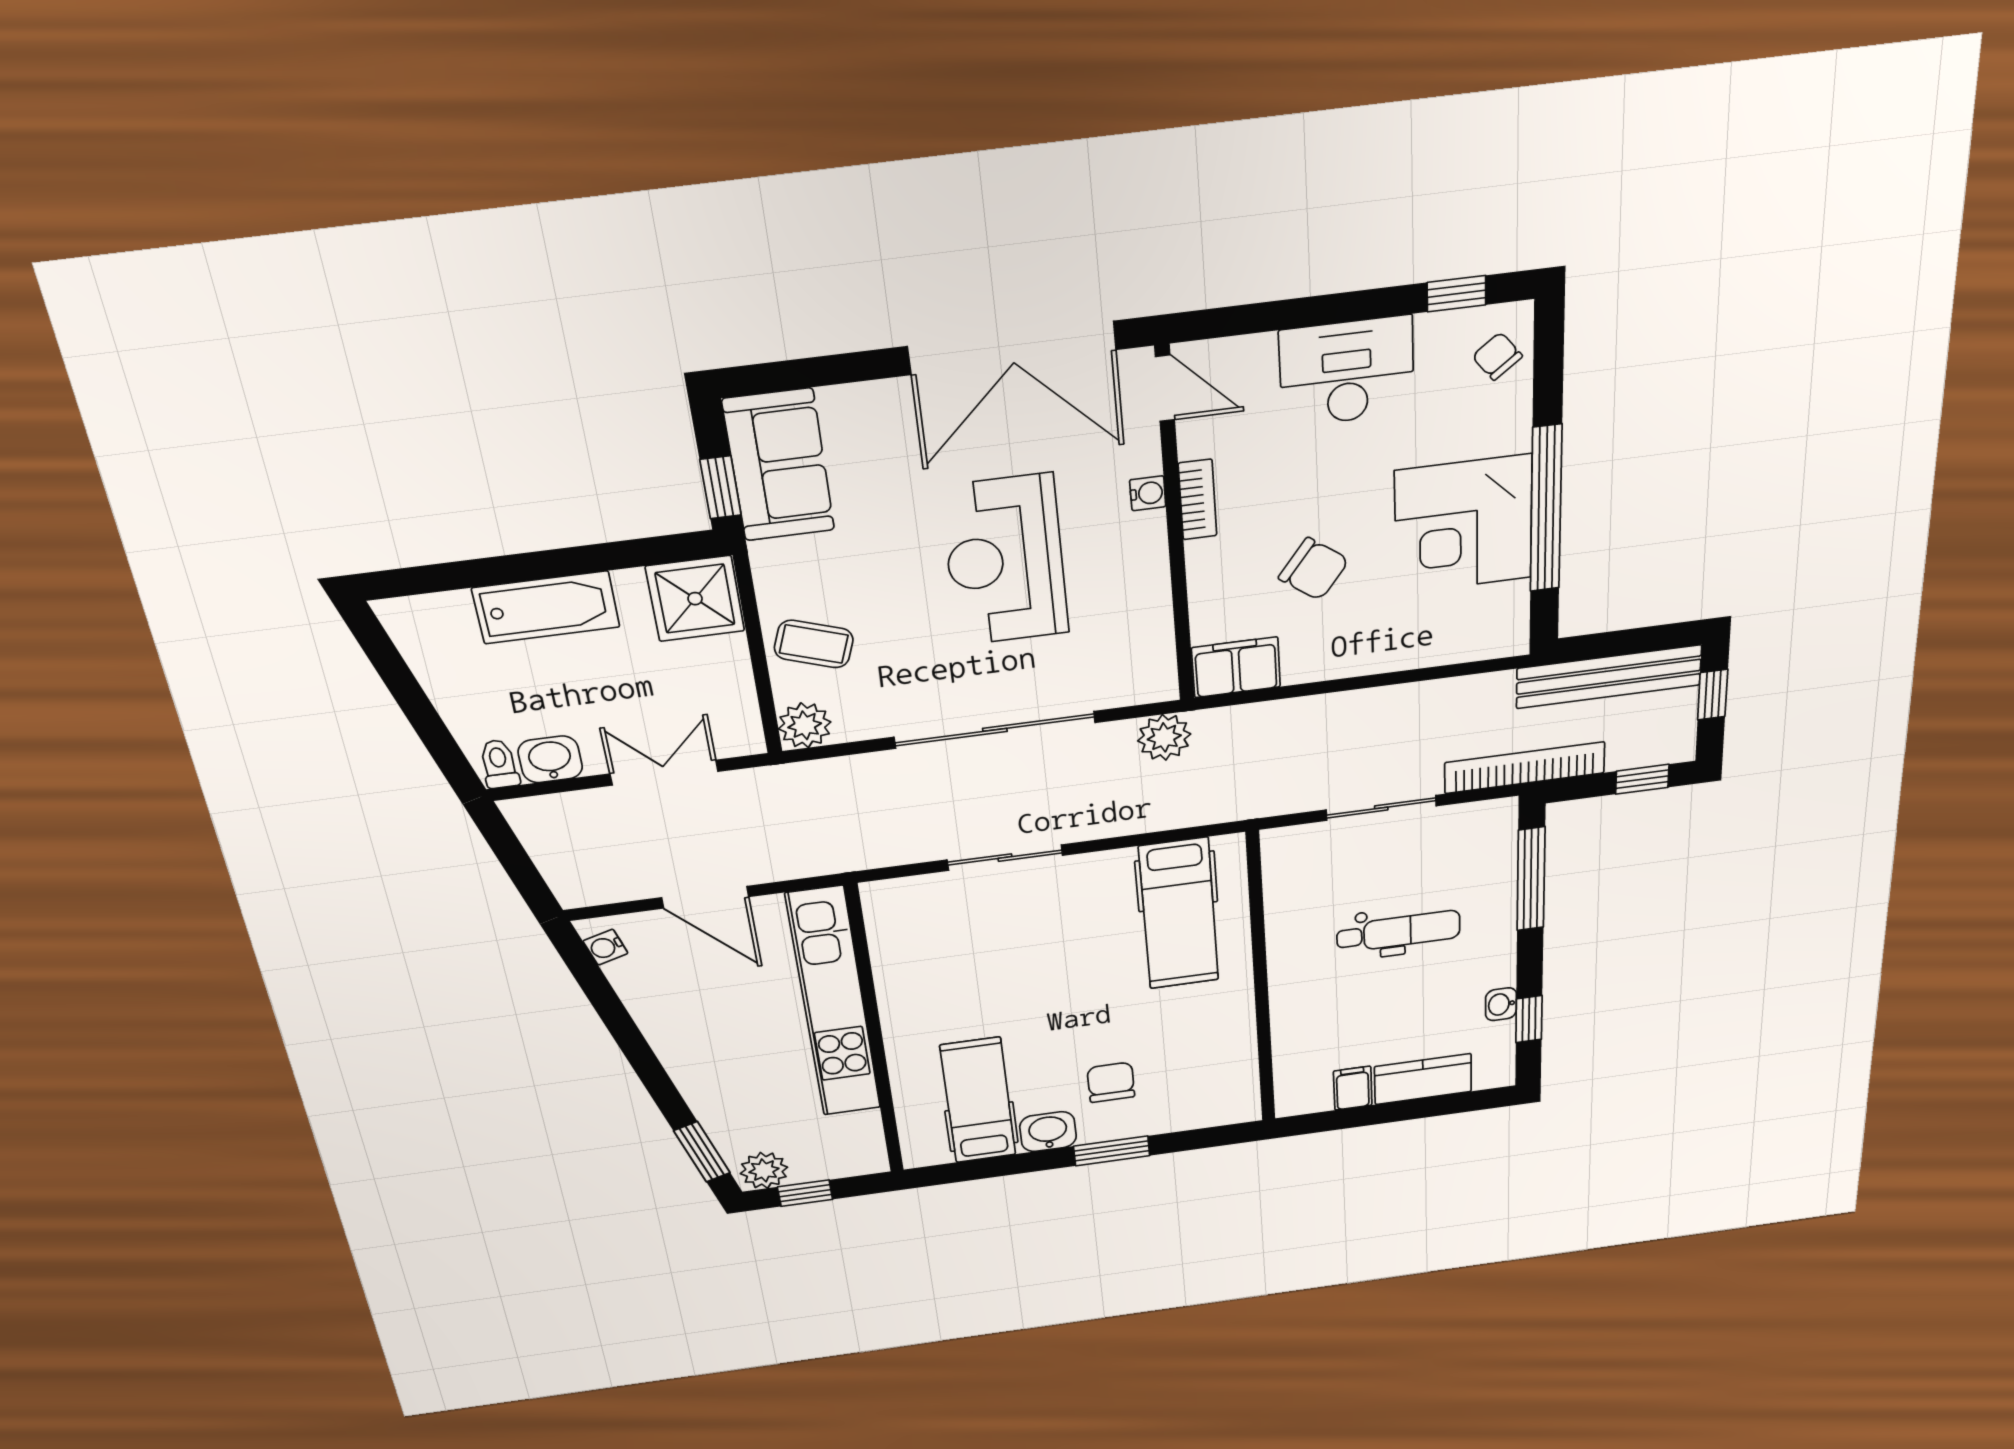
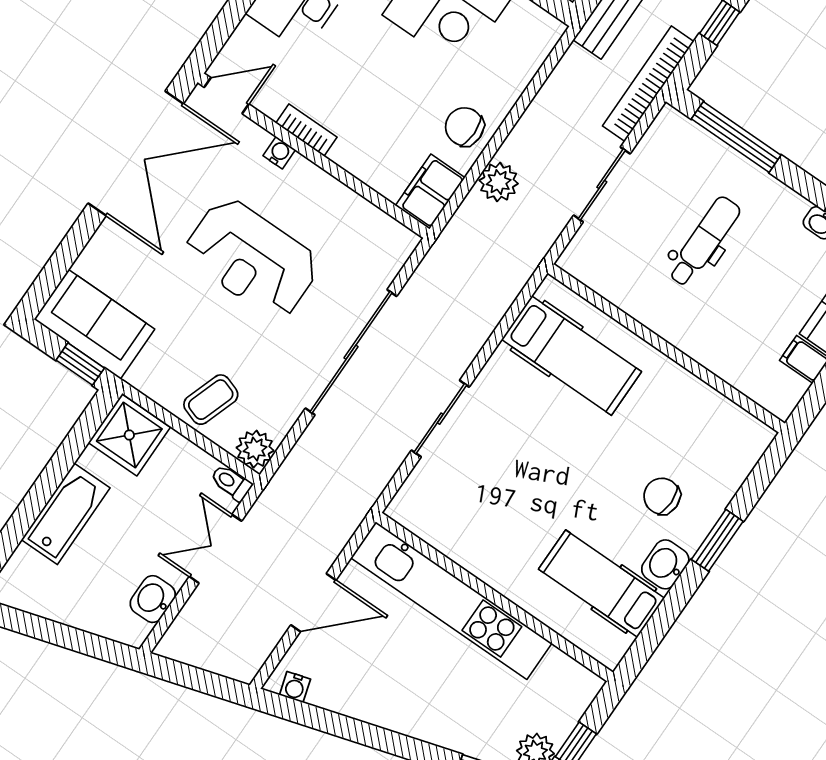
chair: (1314, 569) -> (464, 127), moved, turned -127
plant: (1164, 737) -> (499, 182), moved
toilet: (499, 764) -> (231, 483), moved

